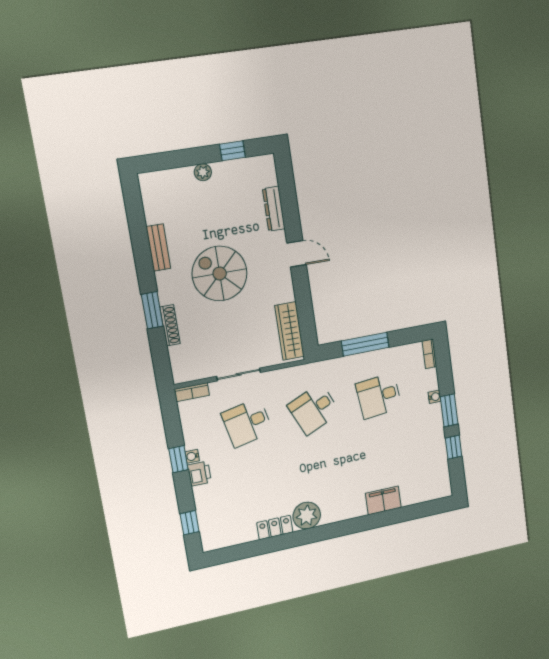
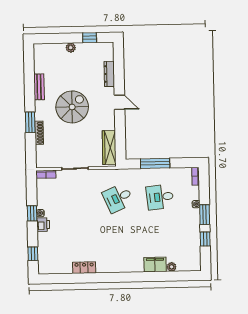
spiral stairs: (220, 274) -> (72, 107), turned 90
desk: (247, 423) -> (76, 199), removed
plant: (307, 516) -> (172, 267), moved, width x0.53, depth x0.53

